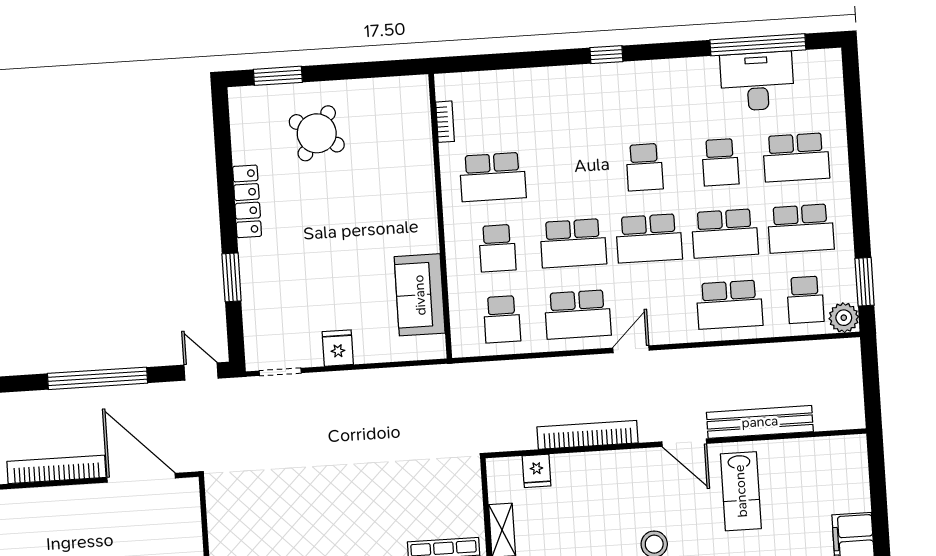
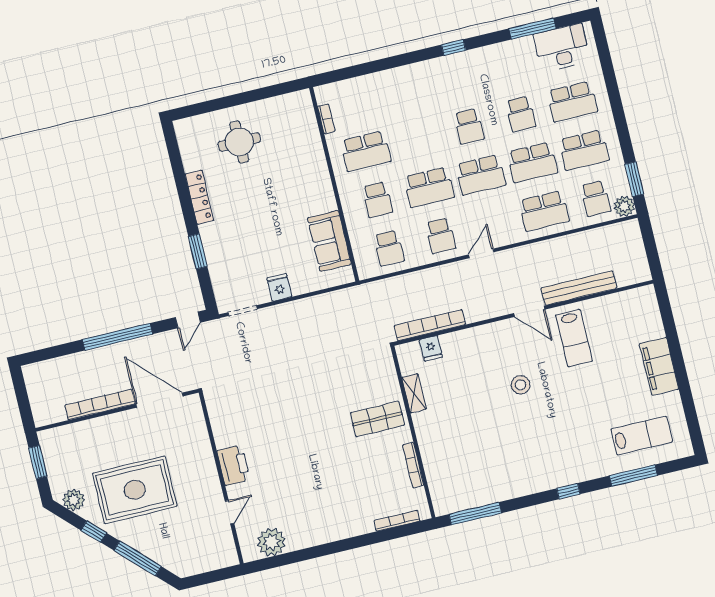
window: (758, 45) -> (533, 29), width x0.68
window: (606, 55) -> (454, 48), moved
window: (278, 76) -> (206, 107), removed
desk: (757, 81) -> (562, 48), moved
round table: (317, 133) -> (239, 142), turned -33
school desk: (578, 314) -> (441, 236), width x0.54
door: (201, 372) -> (188, 320), swing flipped
bookcase: (588, 435) -> (430, 325), moved

